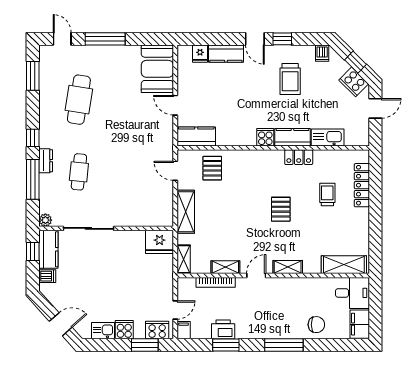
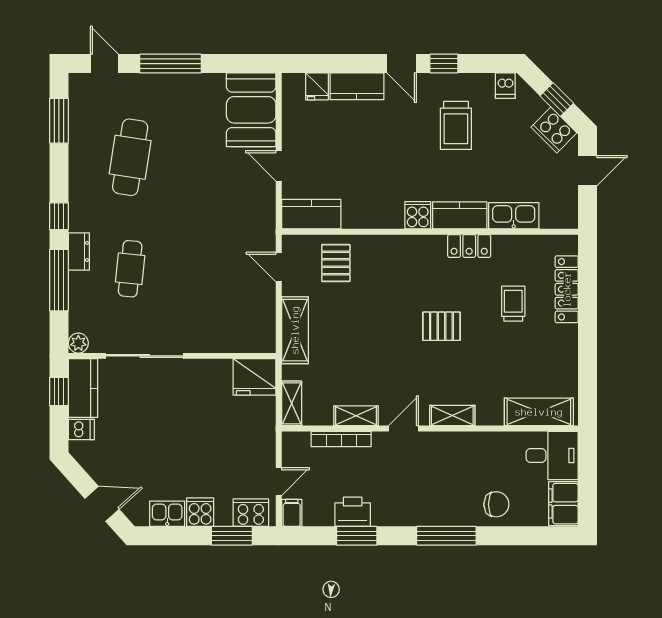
pallet: (281, 209) -> (441, 326), turned 90

